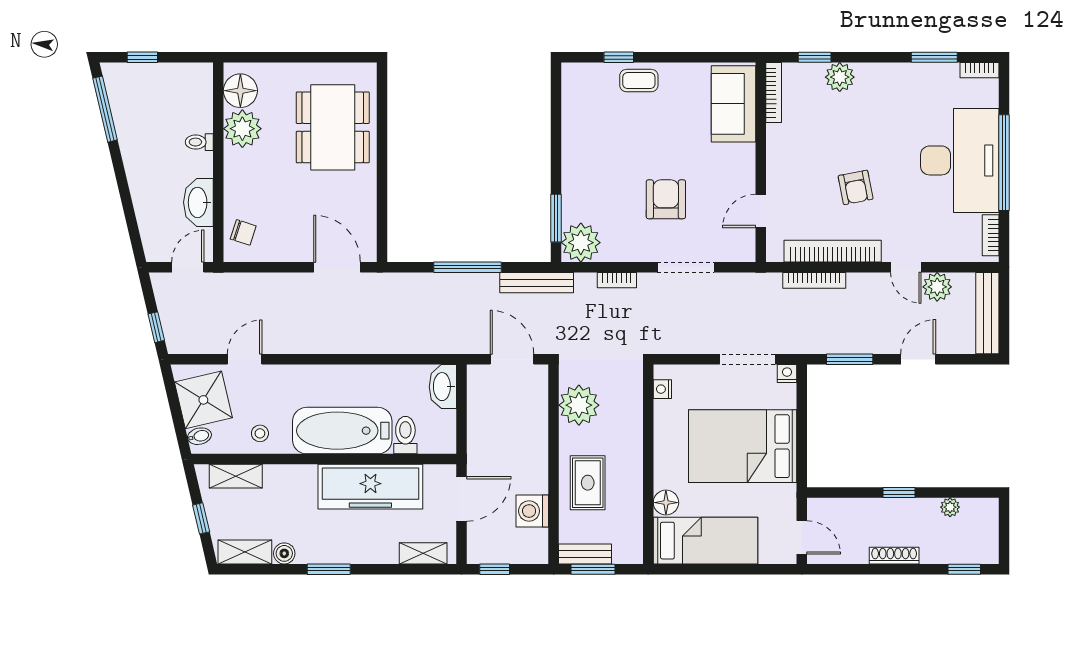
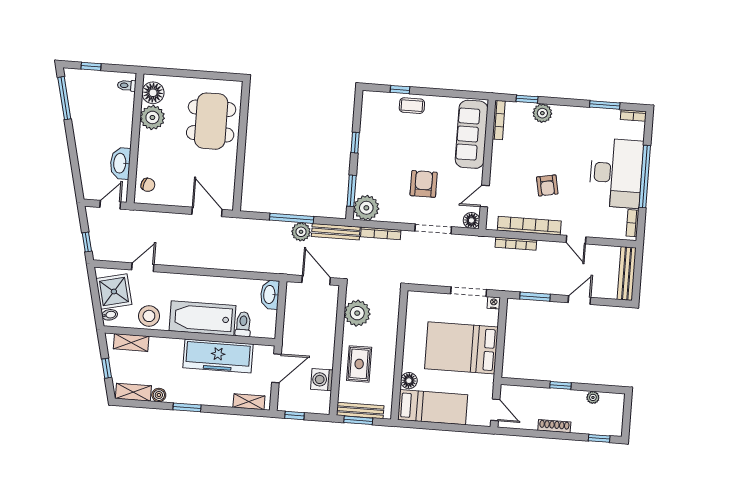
sofa: (734, 104) -> (472, 134), width x1.36
toilet: (199, 142) -> (127, 85), moved
window: (556, 144) -> (355, 143), added
floor lamp: (743, 250) -> (471, 220), added
bookcase: (617, 280) -> (381, 233), width x1.56
plant: (937, 287) -> (301, 232), moved
nightstand: (662, 389) -> (412, 307), removed
stool: (260, 433) -> (149, 316), width x1.89, depth x1.89
bench: (585, 554) -> (360, 410), width x1.36

